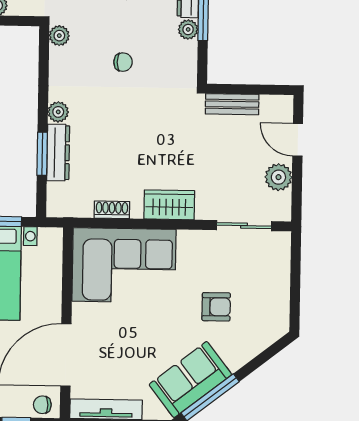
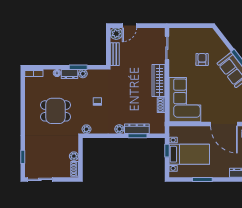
plant: (278, 177) -> (116, 34), moved
wardrobe: (169, 205) -> (158, 80), width x1.50

